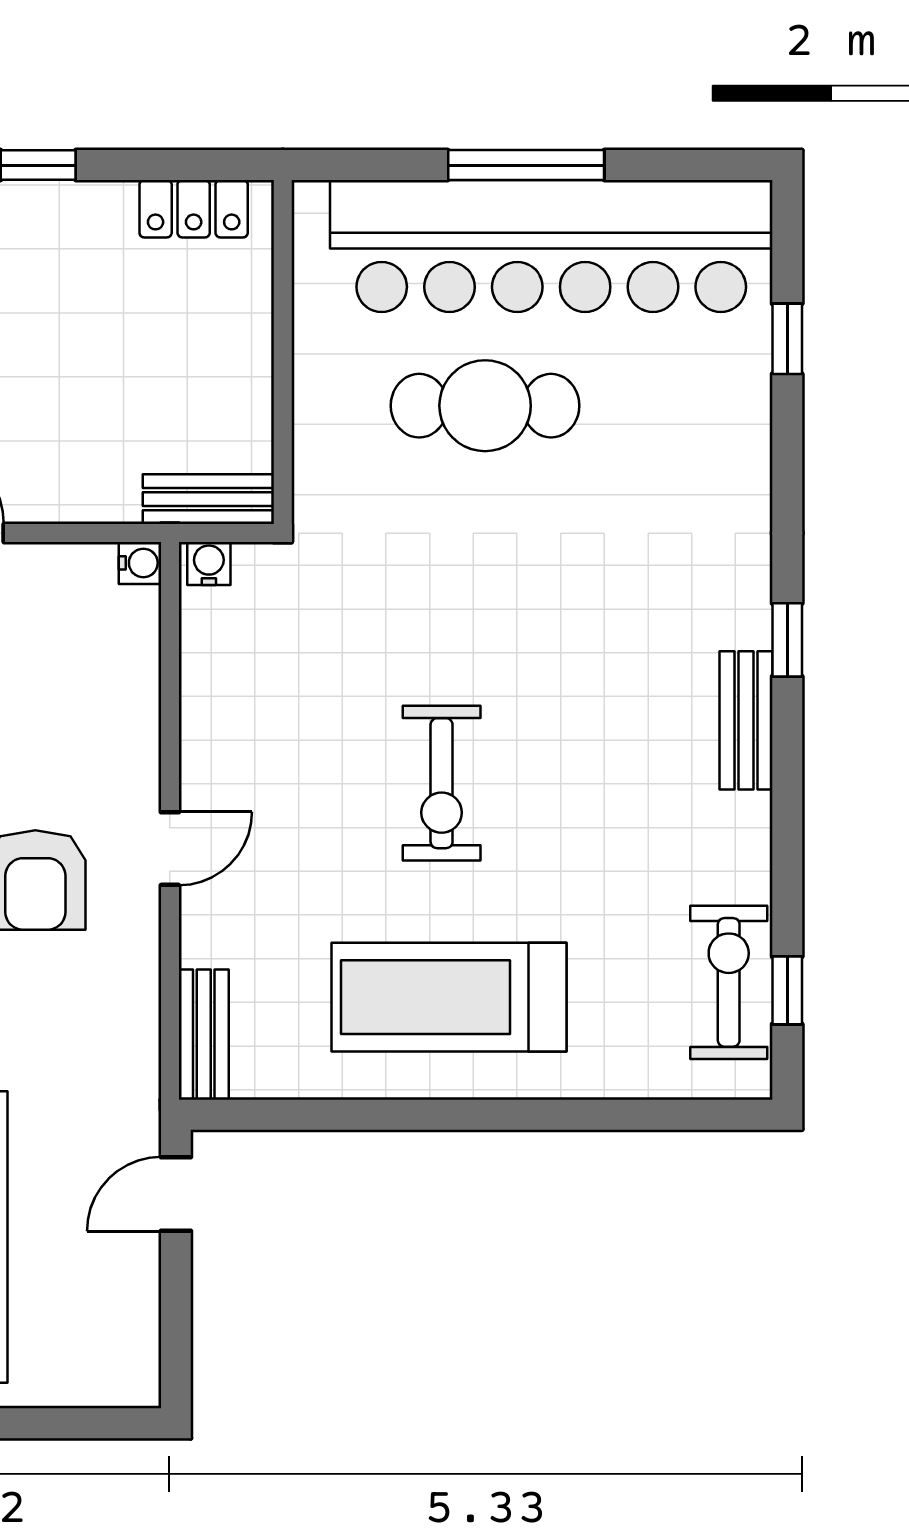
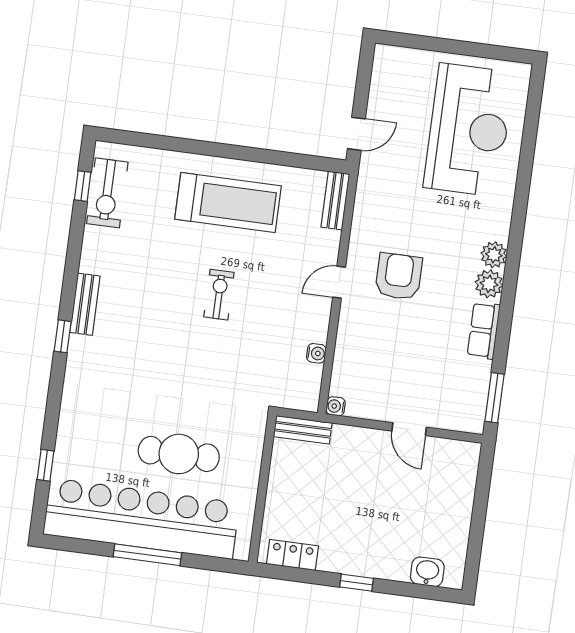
water cooler: (209, 563) -> (316, 353), moved, turned -90
exercise bike: (442, 783) -> (219, 295), width x0.73, depth x0.72

